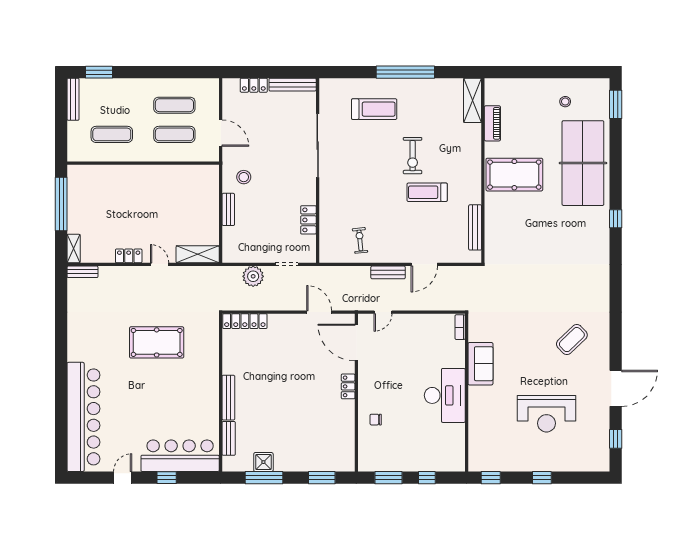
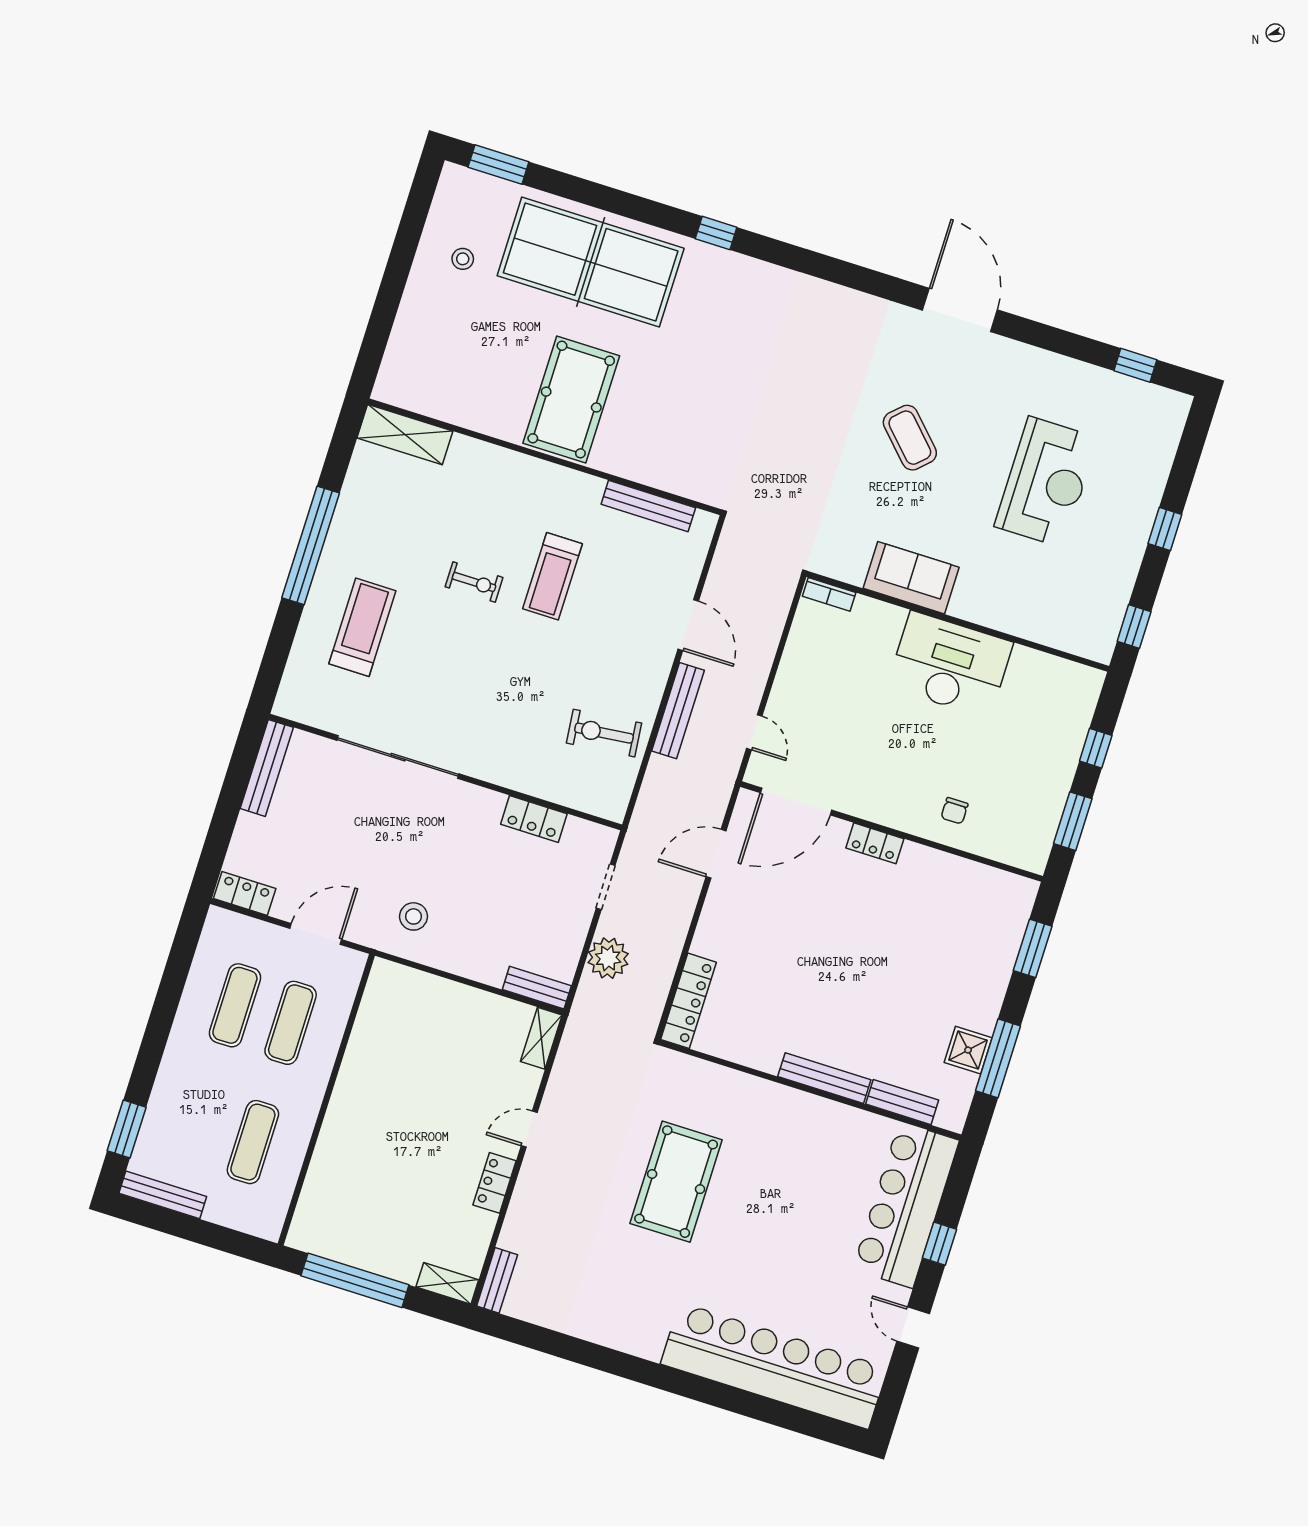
locker: (254, 85) -> (245, 894), moved, turned -90
piano: (492, 123) -> (461, 411), removed
exercise bike: (413, 156) -> (474, 582), width x0.73, depth x0.72
bench: (228, 209) -> (537, 988), moved
exercise bike: (360, 240) -> (604, 733), width x1.38, depth x1.39
shelving: (198, 254) -> (541, 1038), width x0.67, depth x0.75
bench: (388, 272) -> (678, 711), width x1.36
coffee table: (572, 340) -> (910, 438), moved
door: (616, 388) -> (960, 310), moved

